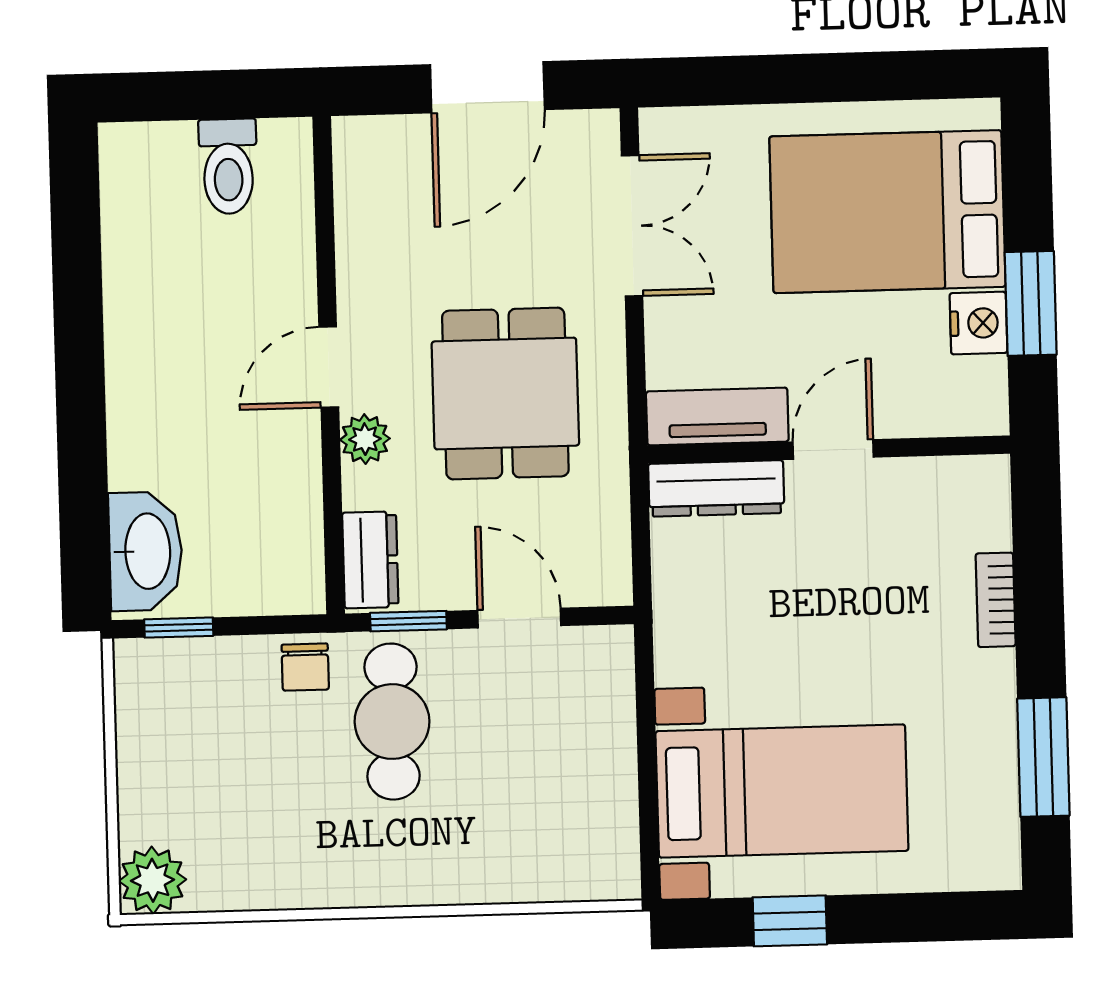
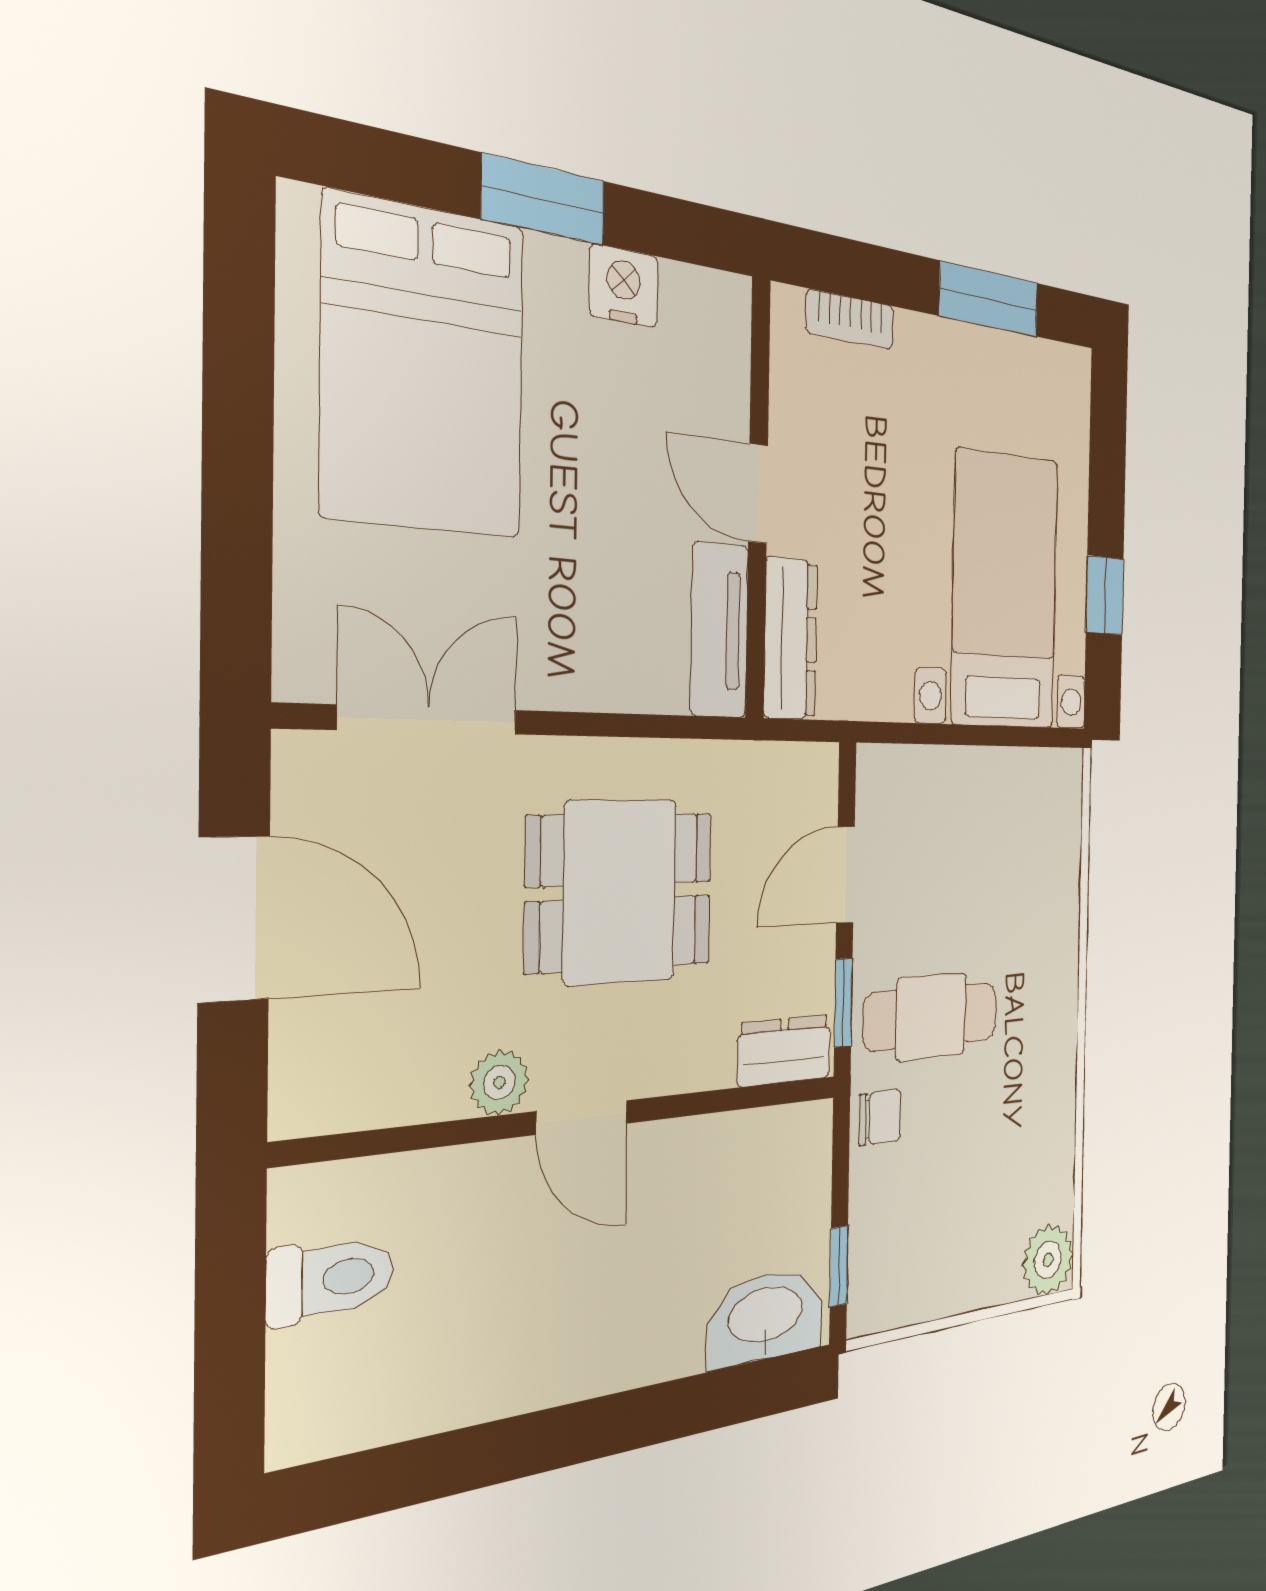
nightstand: (978, 323) -> (624, 286), moved
tv unit: (717, 416) -> (719, 630), moved
plant: (365, 439) -> (499, 1082), moved
door: (833, 449) -> (758, 494), moved
wall: (829, 450) -> (758, 499), moved
dresser: (716, 488) -> (791, 639), moved

